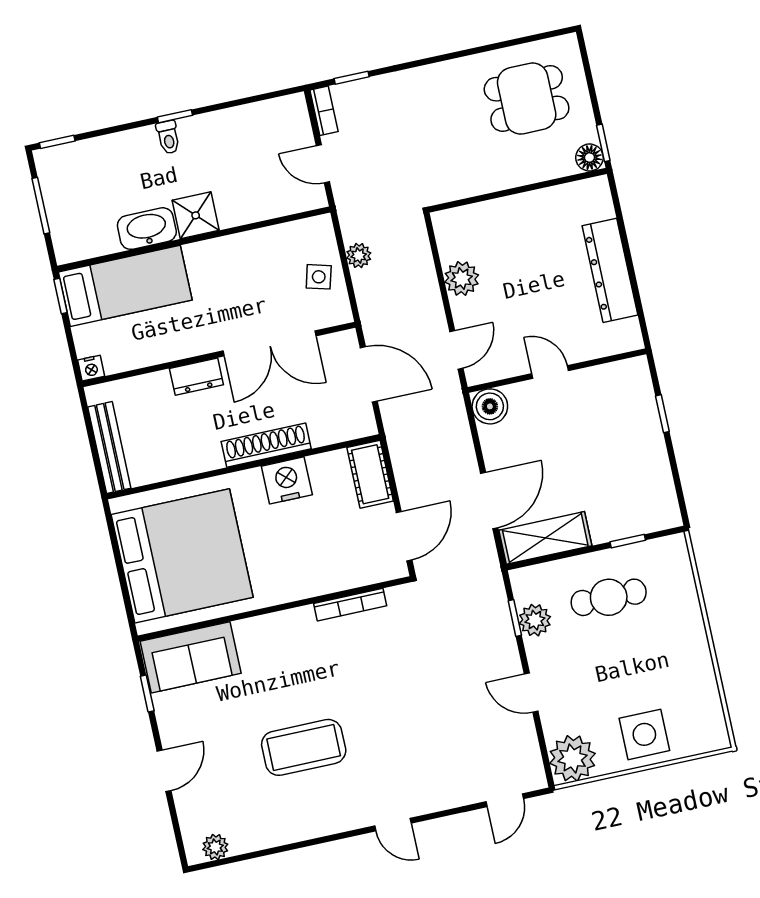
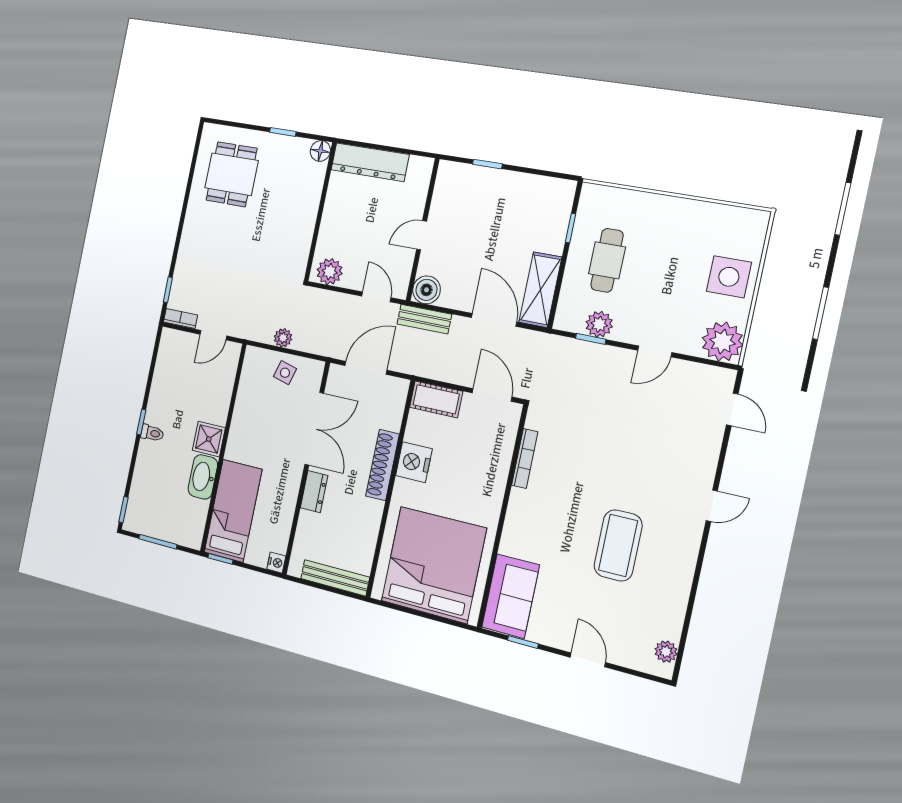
floor lamp: (589, 158) -> (320, 151), moved
wall: (518, 190) -> (320, 212), moved
bench: (455, 419) -> (424, 319), added

